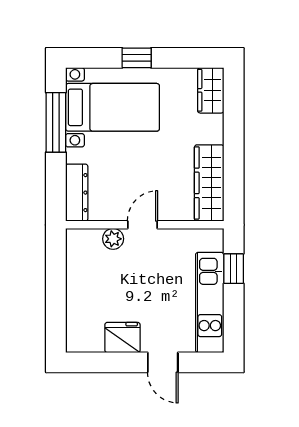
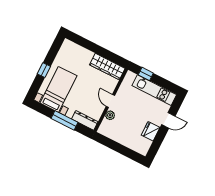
wardrobe: (211, 90) -> (71, 48), removed
window: (56, 122) -> (64, 120), moved

